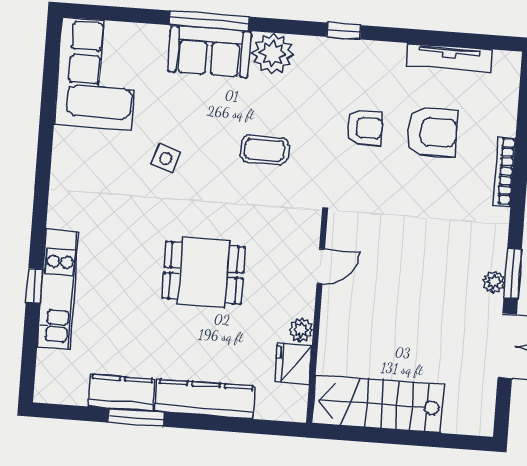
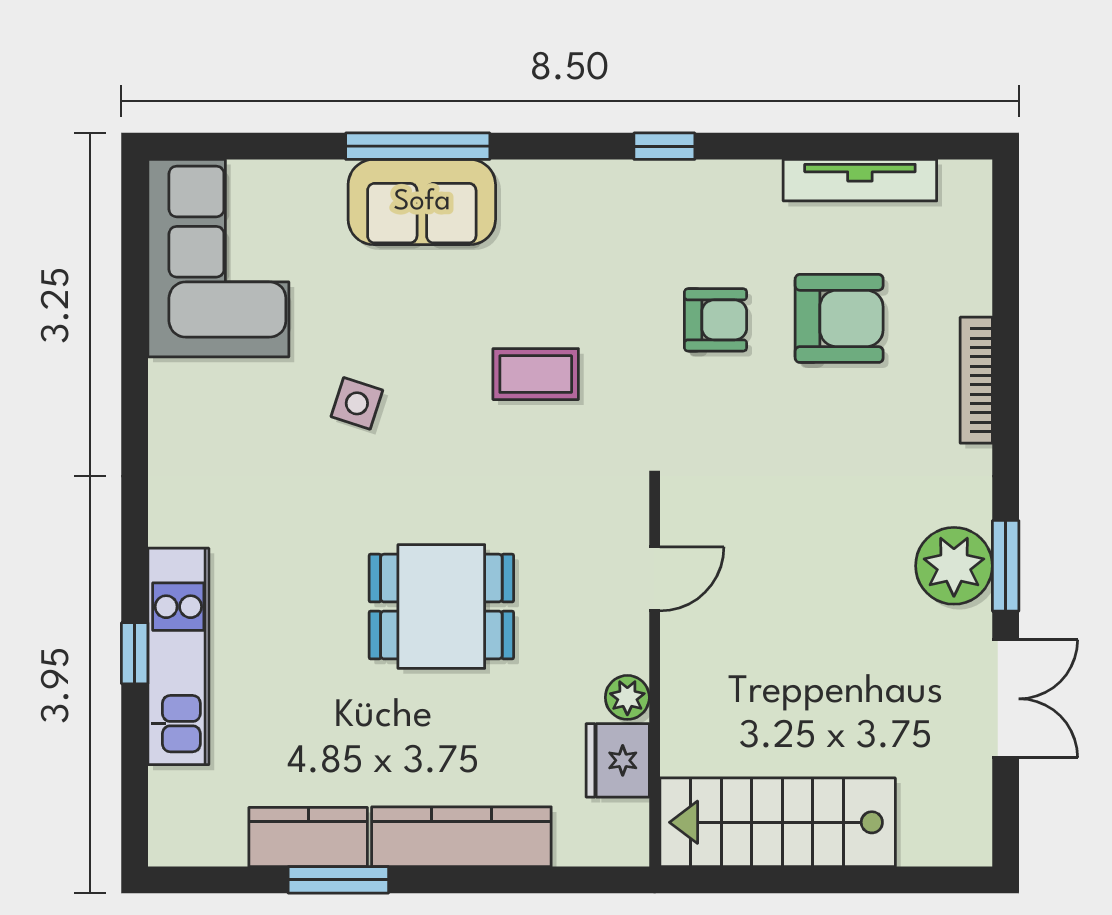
plant: (273, 54) -> (538, 197), removed
plant: (494, 282) -> (954, 566), width x1.88, depth x1.88

